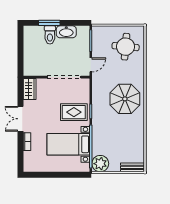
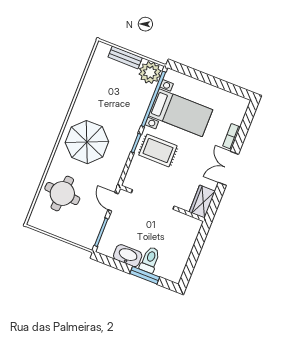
round table: (126, 47) -> (62, 194), moved
door: (91, 65) -> (113, 202), hinge flipped
double door: (21, 119) -> (228, 168), swing flipped
bench: (133, 167) -> (125, 57), moved

